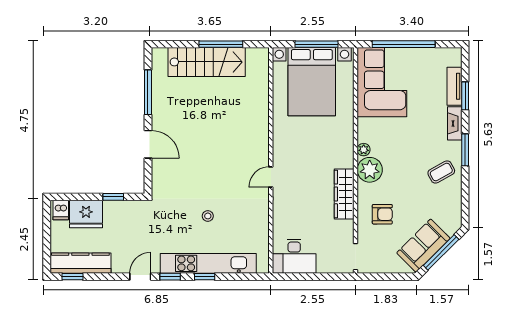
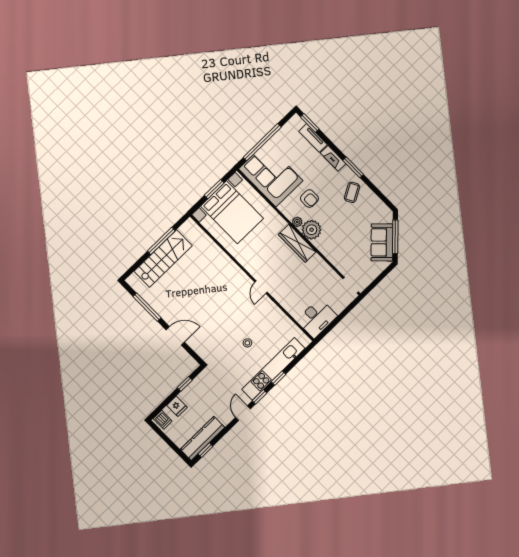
window: (317, 44) -> (214, 189), width x0.69
window: (465, 96) -> (310, 123), moved
wardrobe: (344, 194) -> (297, 243), moved
fridge: (86, 214) -> (177, 406), width x0.53, depth x0.75
armchair: (382, 214) -> (309, 199), moved, turned 90

